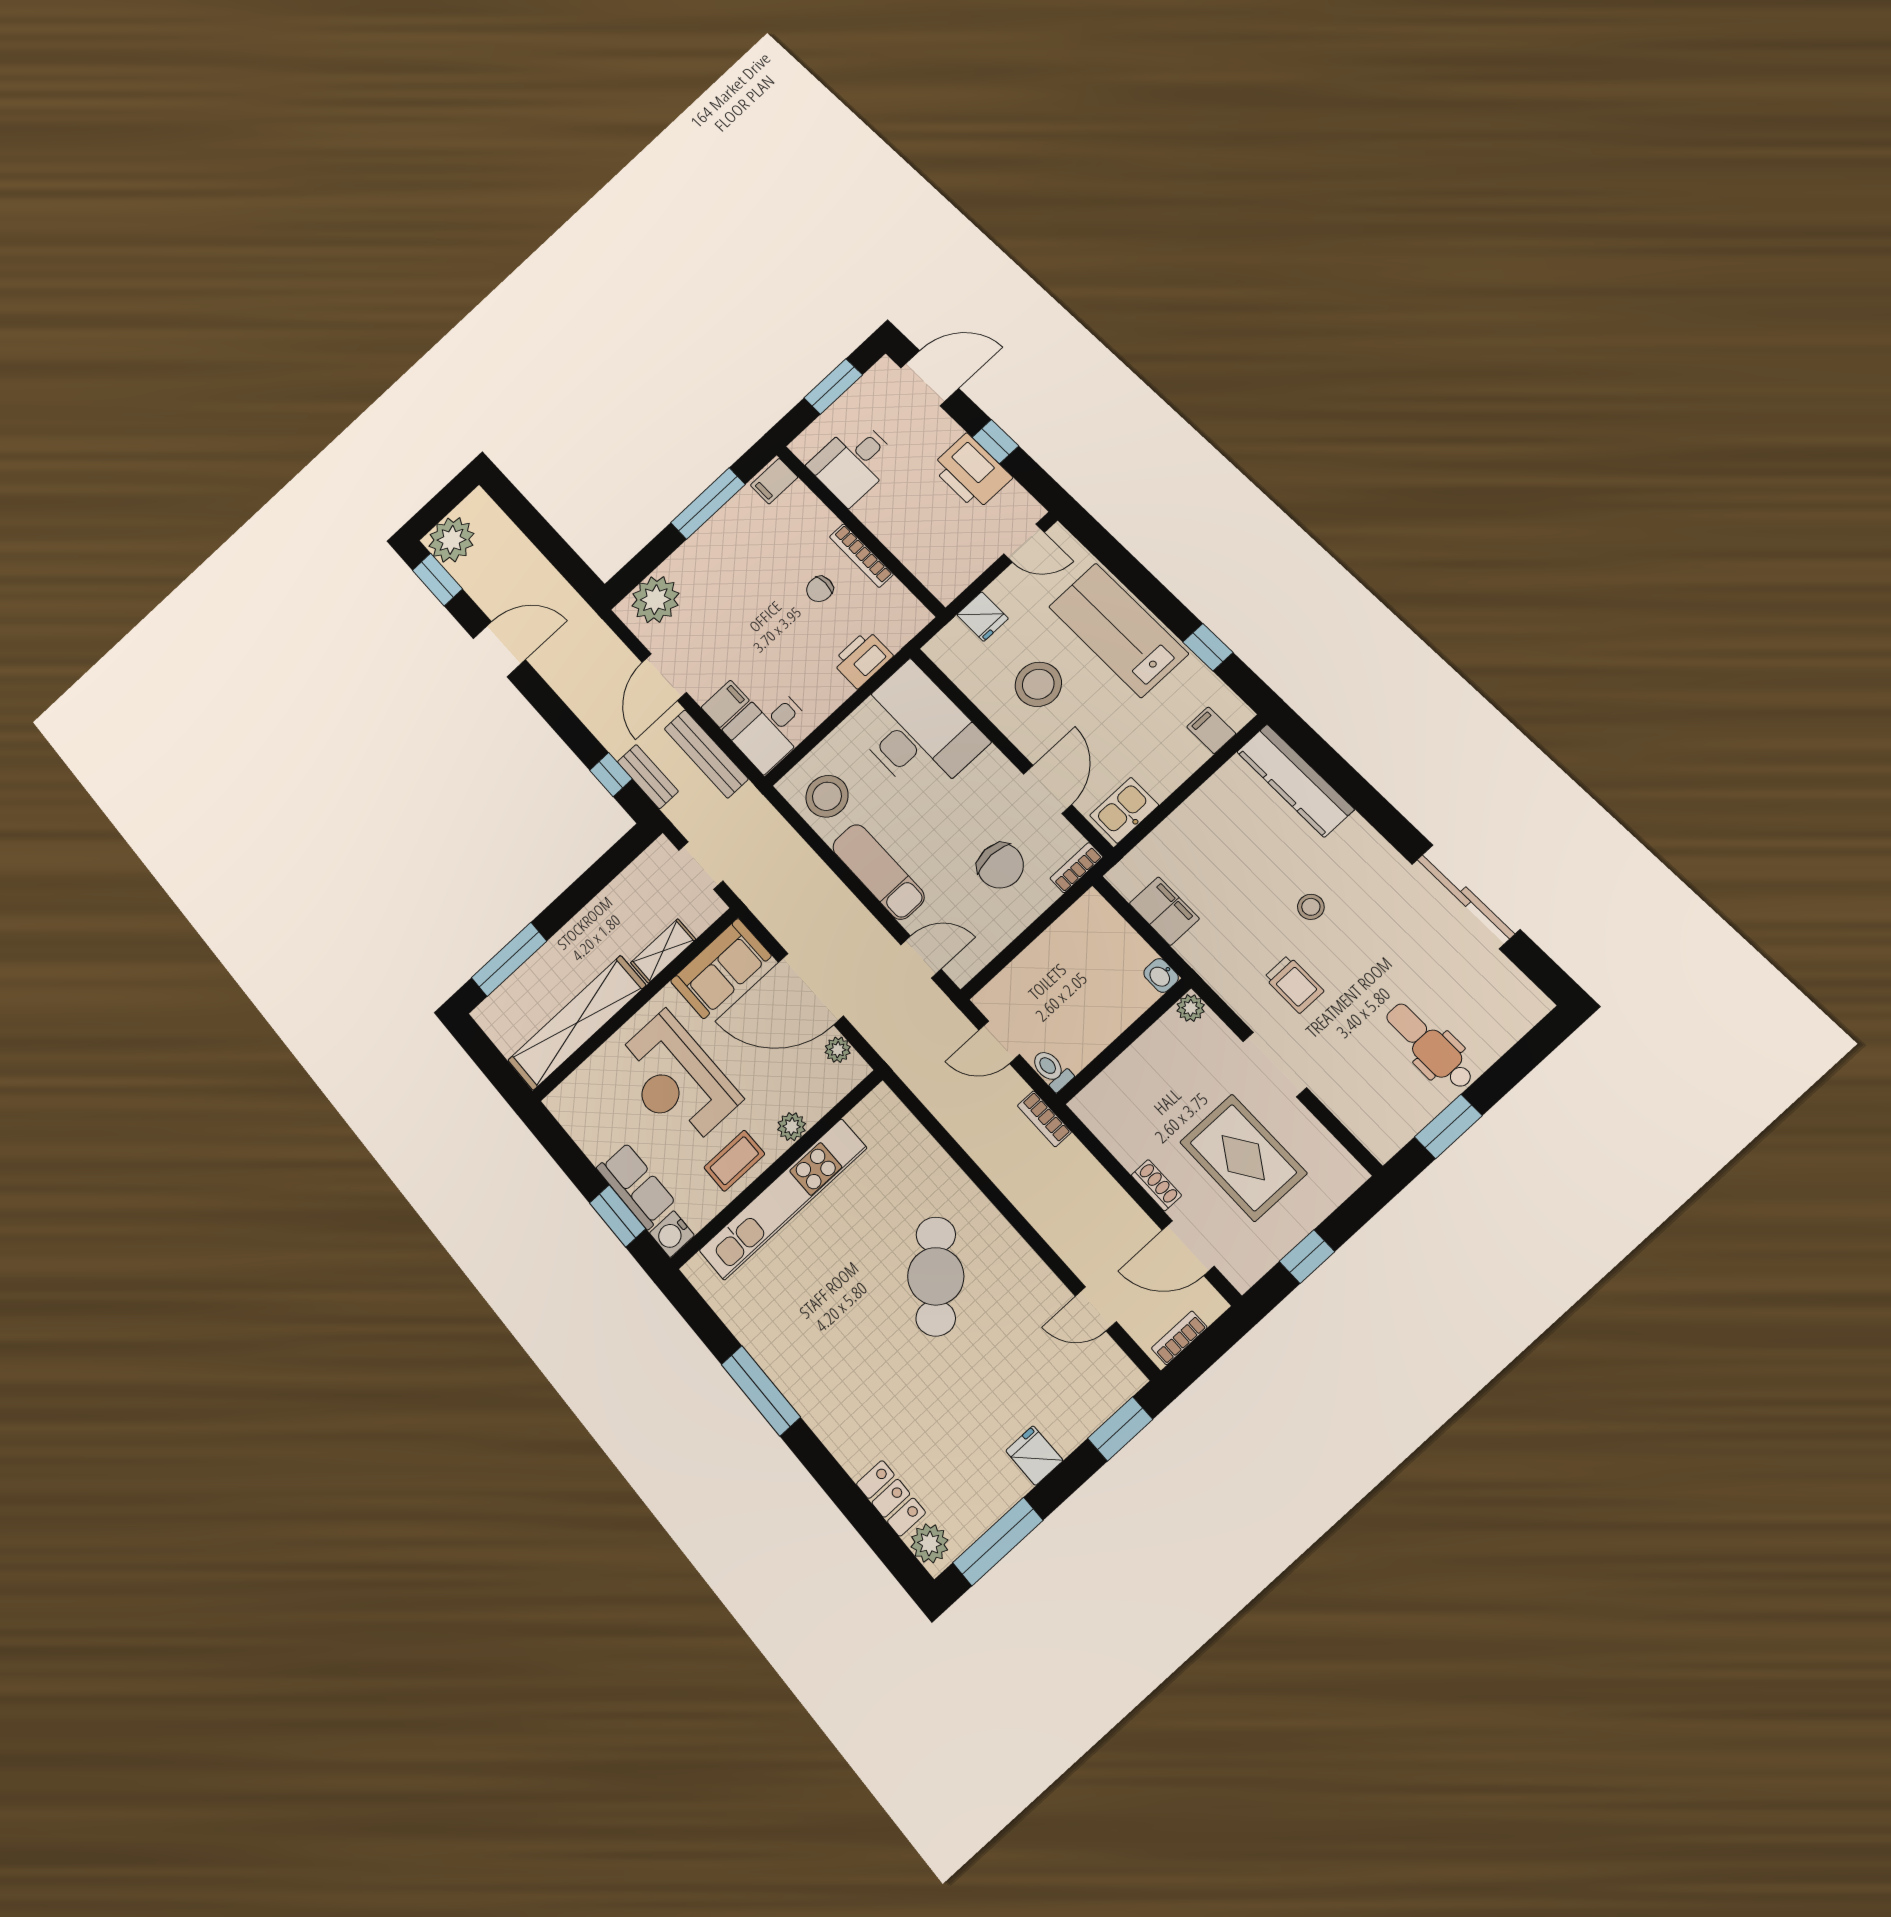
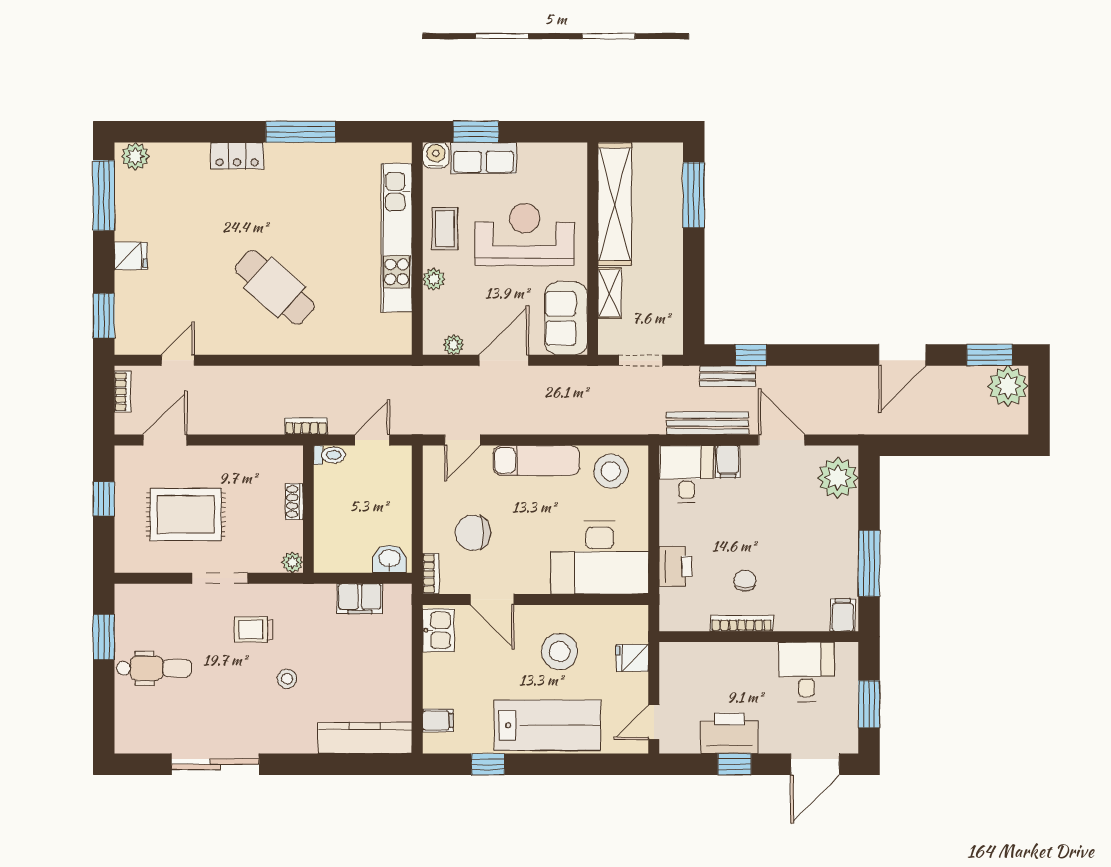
washbasin: (1161, 975) -> (390, 559), moved, width x1.38, depth x1.45
door: (811, 989) -> (504, 360), width x0.73
shoe rack: (1156, 1185) -> (294, 502), moved, turned 90
locker: (891, 1498) -> (237, 156), moved

